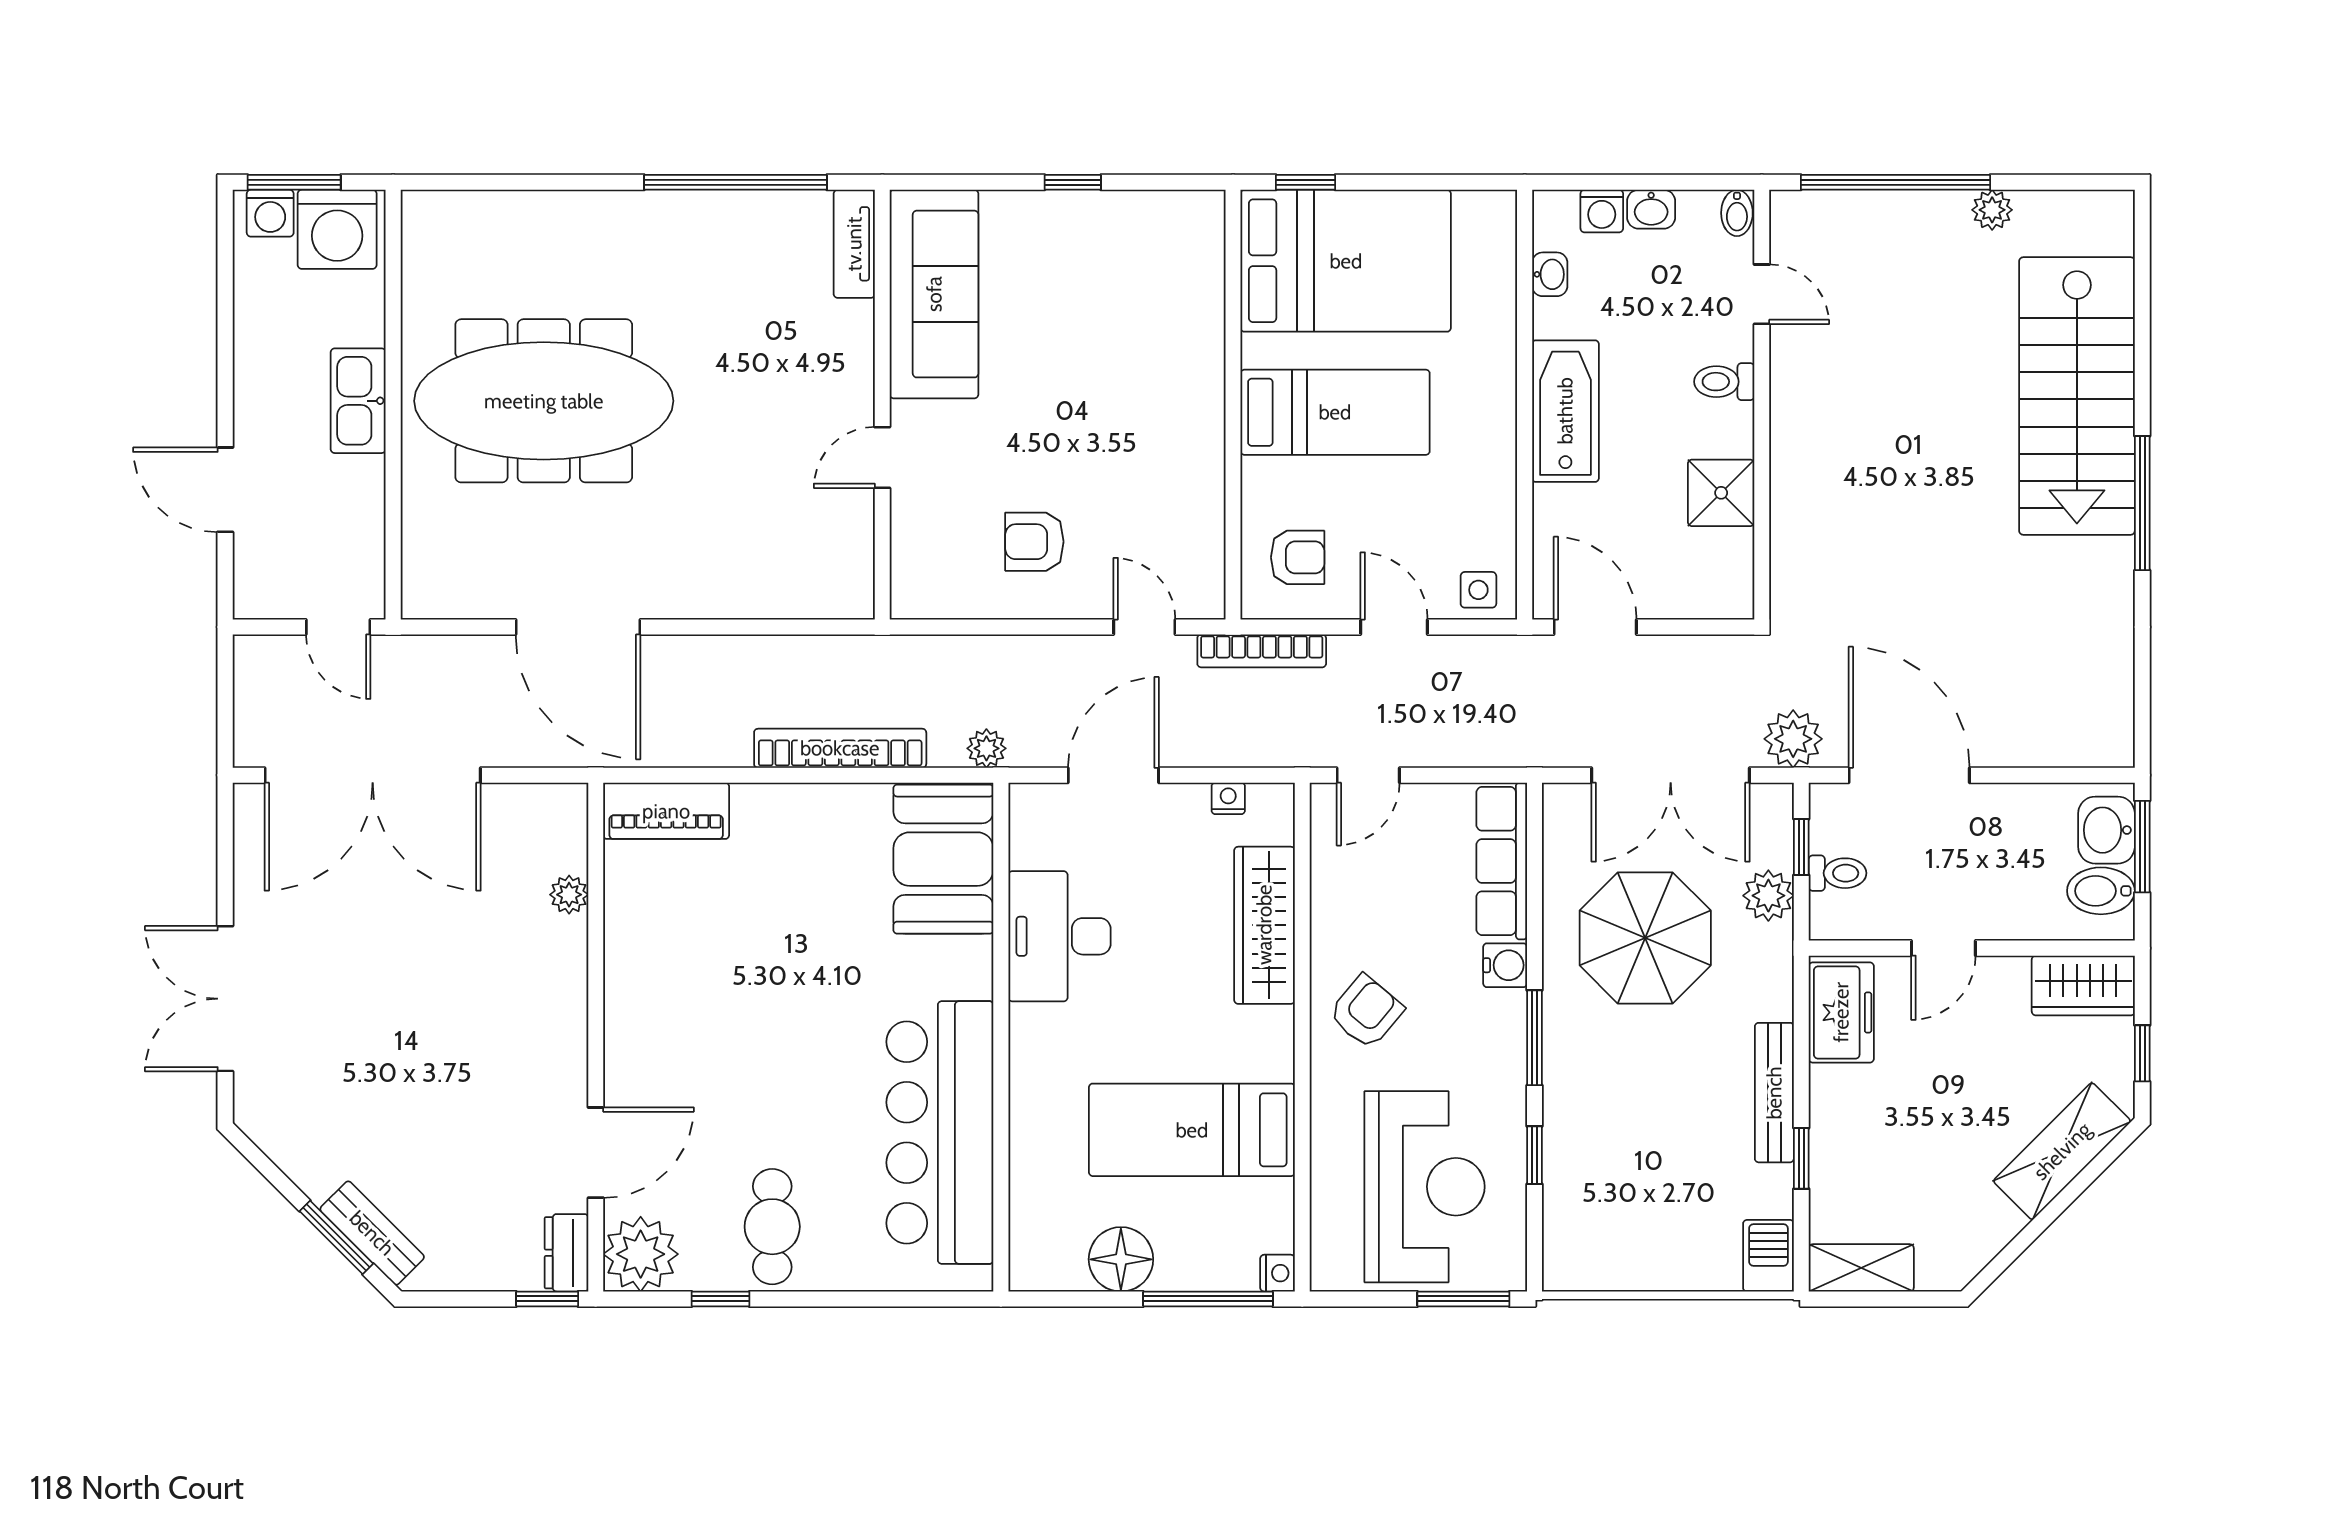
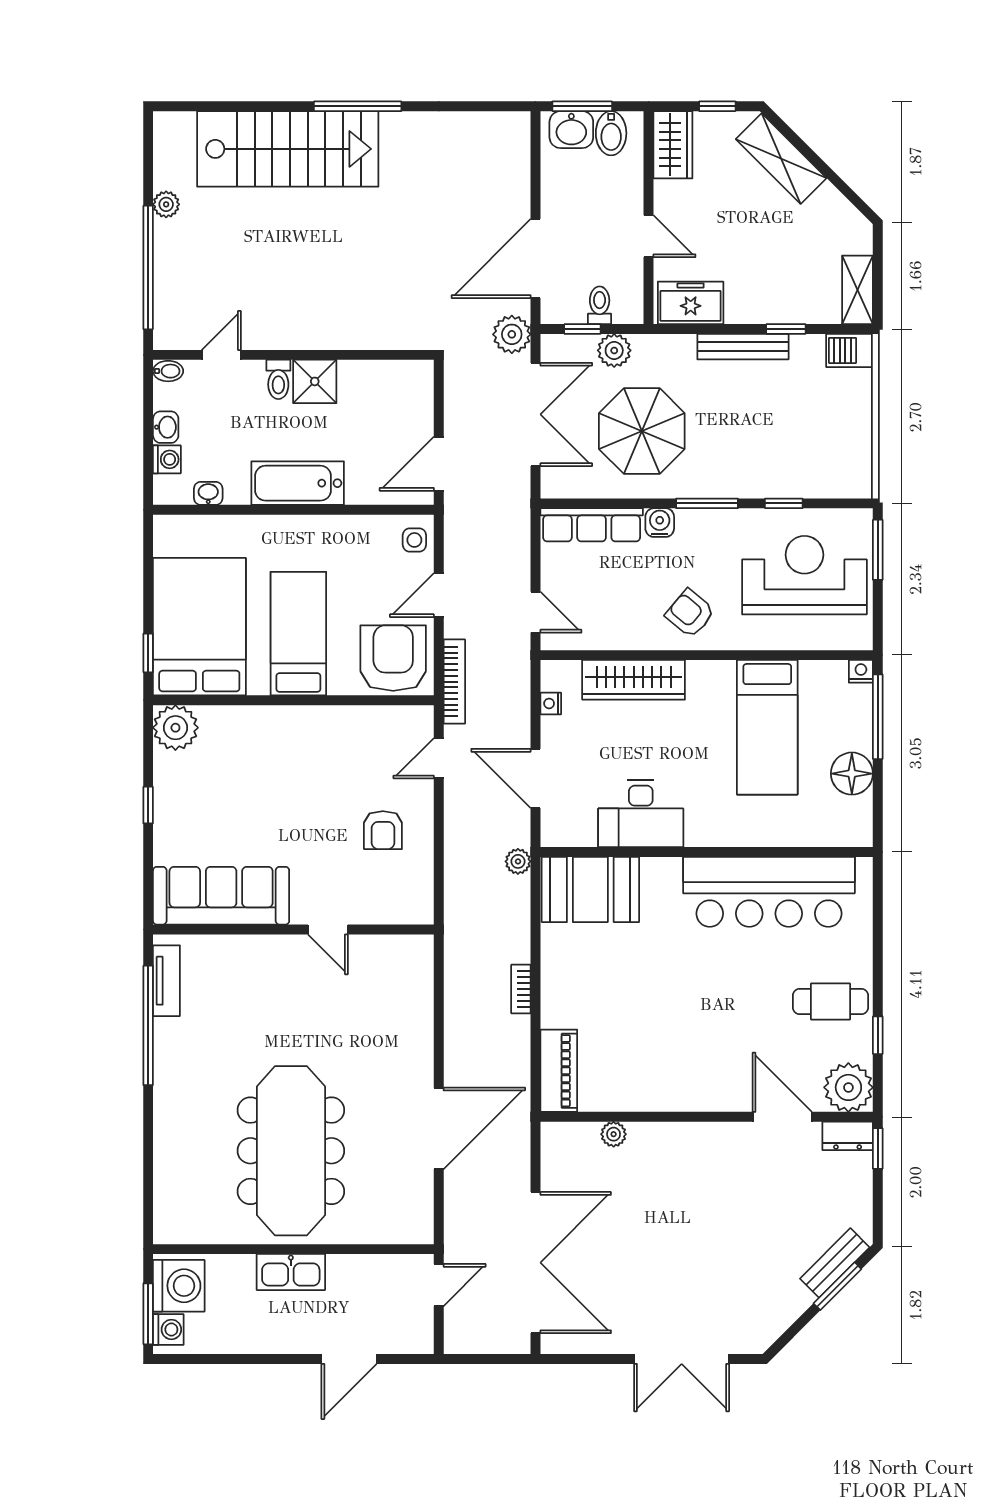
plant: (1191, 224) -> (175, 728), added
tv unit: (854, 244) -> (166, 981), moved, turned -90
shower: (1721, 493) -> (315, 381), moved
armchair: (1298, 557) -> (393, 658), width x1.88, depth x1.88
bookcase: (840, 748) -> (521, 989), width x0.43, depth x0.76

